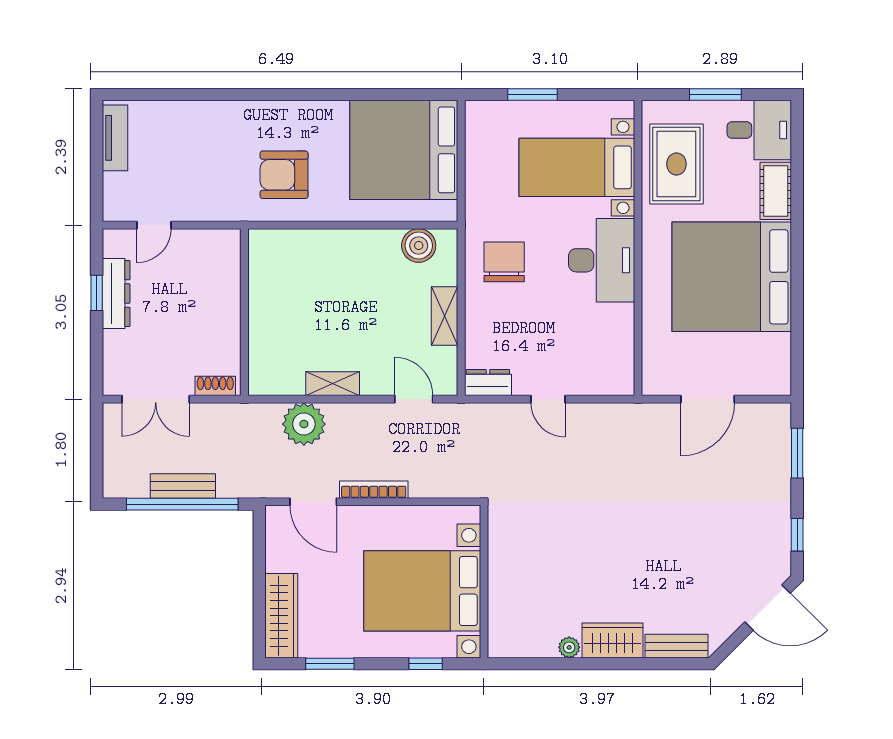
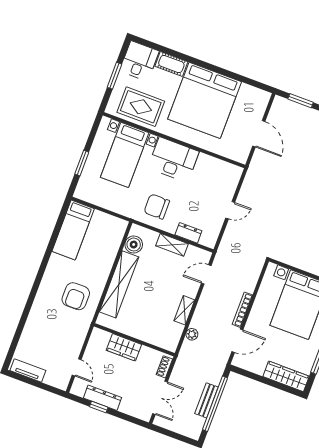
bed: (404, 150) -> (73, 230), width x0.49
shelving: (335, 246) -> (119, 284), added
wardrobe: (223, 298) -> (124, 347), added
dresser: (488, 383) -> (188, 233), moved, turned 90
plant: (304, 424) -> (192, 334), width x0.53, depth x0.53

